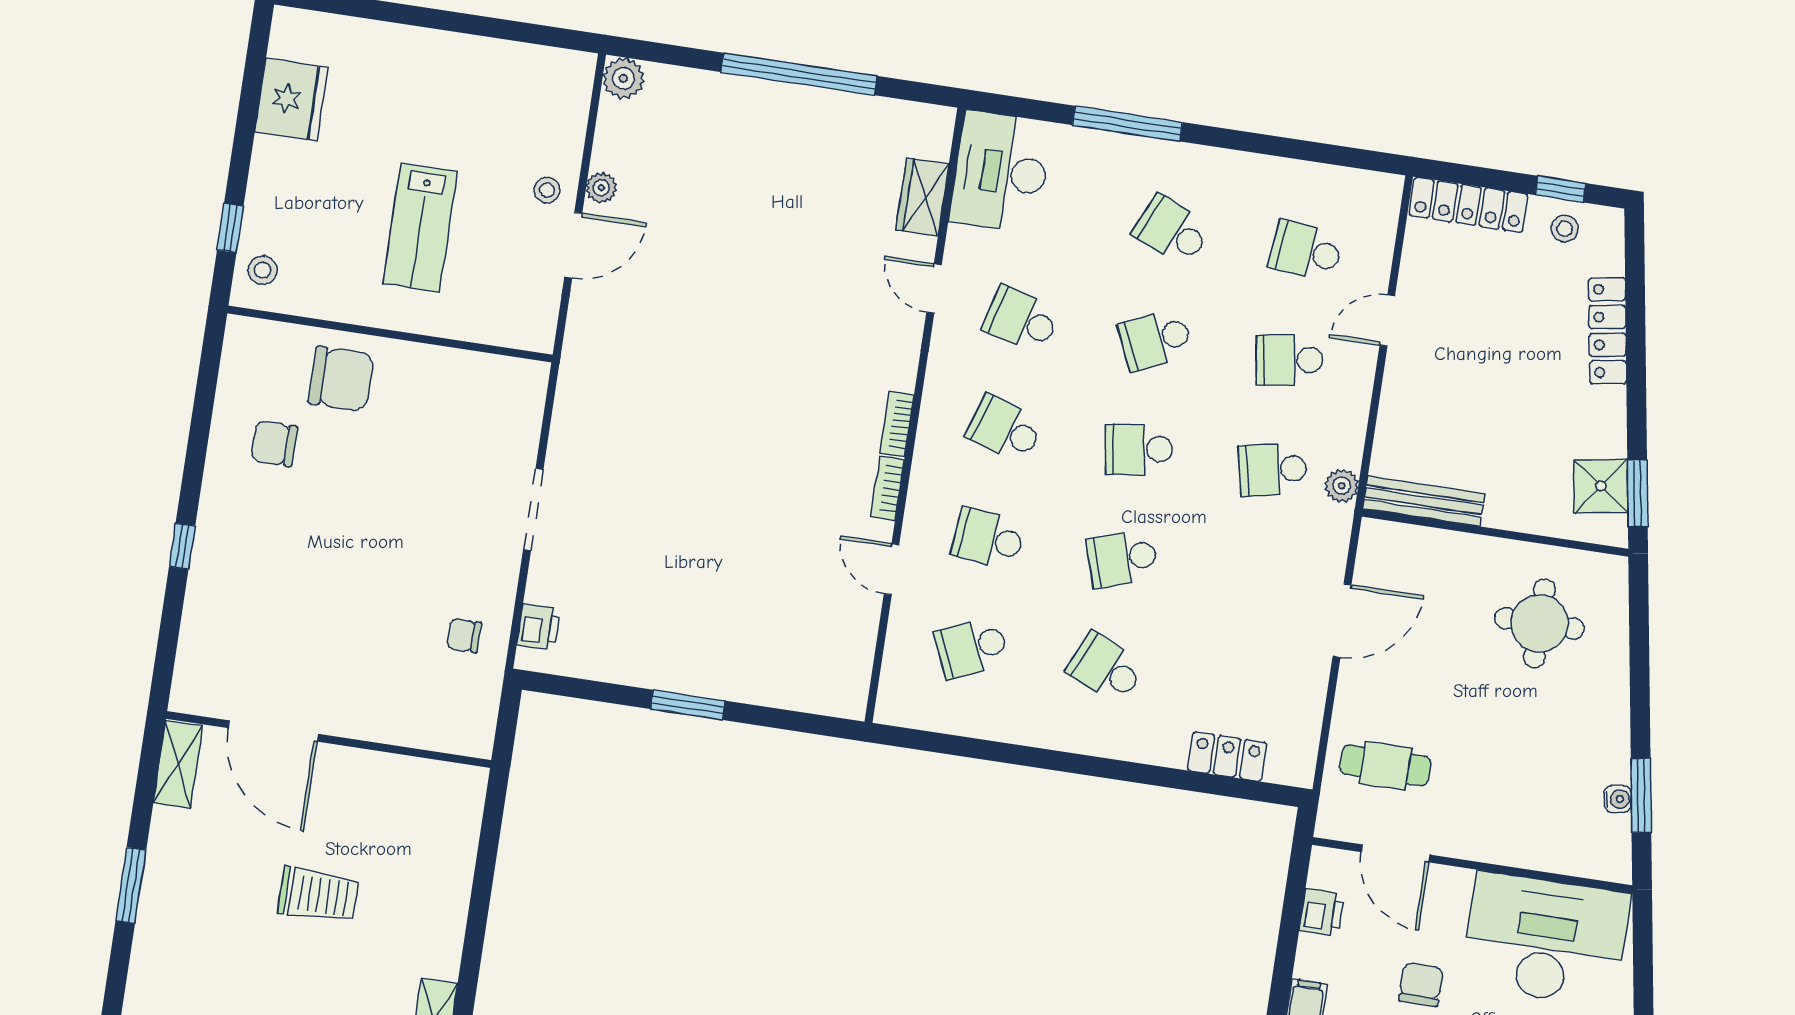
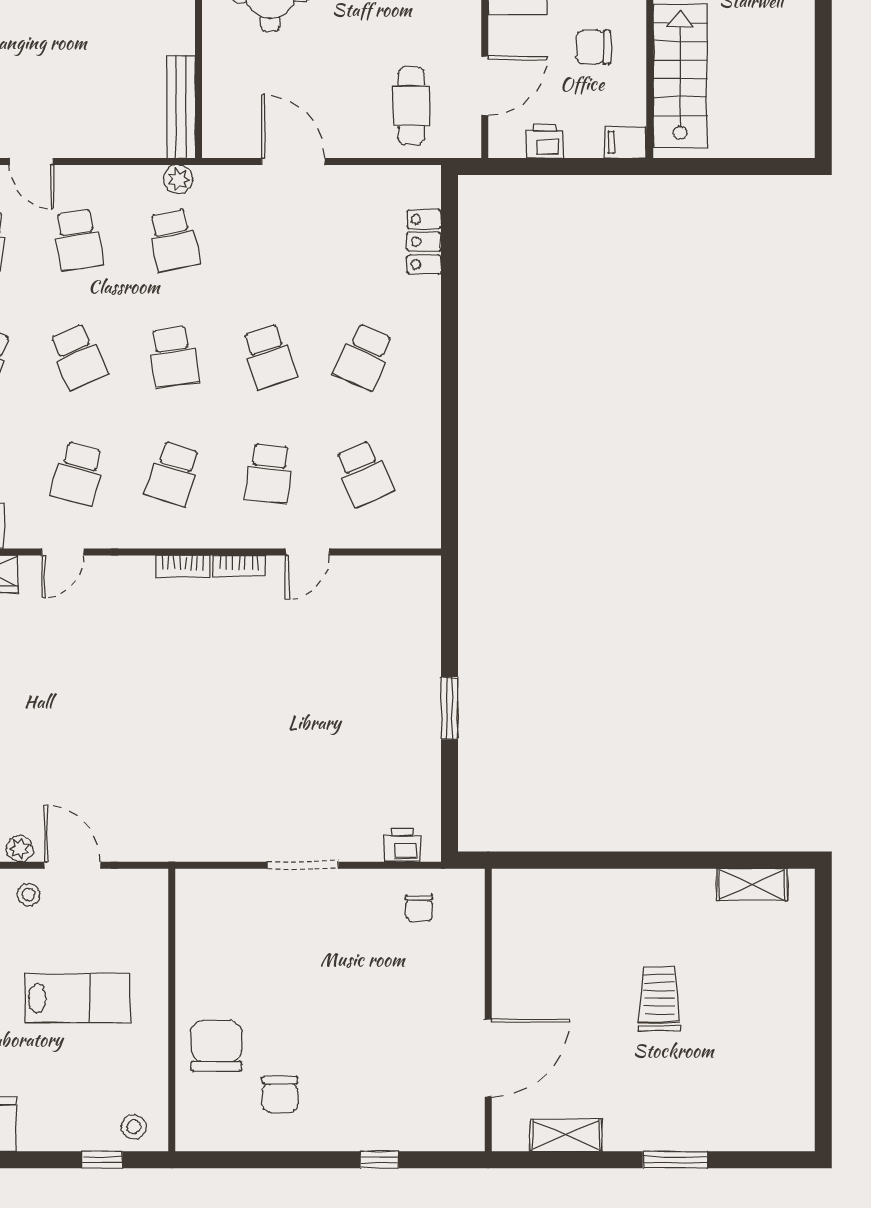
door: (273, 731) -> (488, 1058), moved
wall: (329, 739) -> (488, 1010), moved

